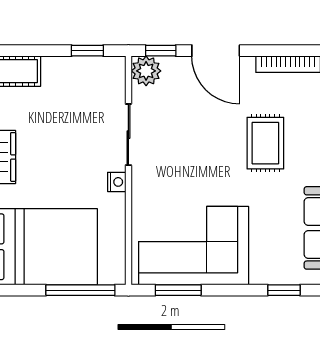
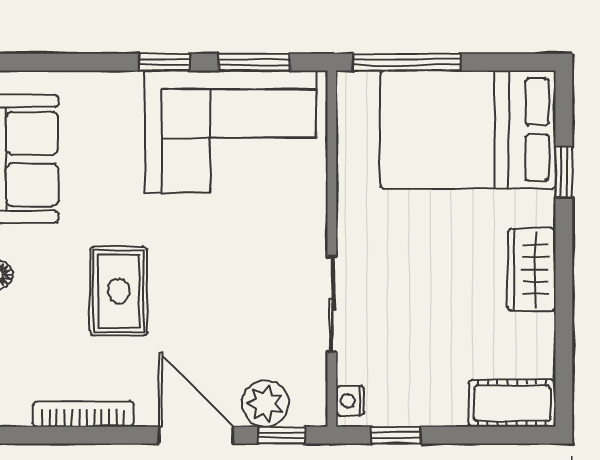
plant: (146, 71) -> (265, 404), moved
nightstand: (117, 182) -> (350, 401), moved
window: (284, 290) -> (164, 62), moved

